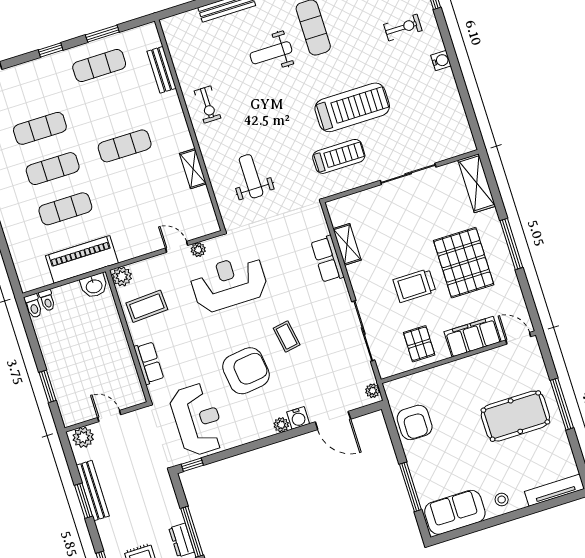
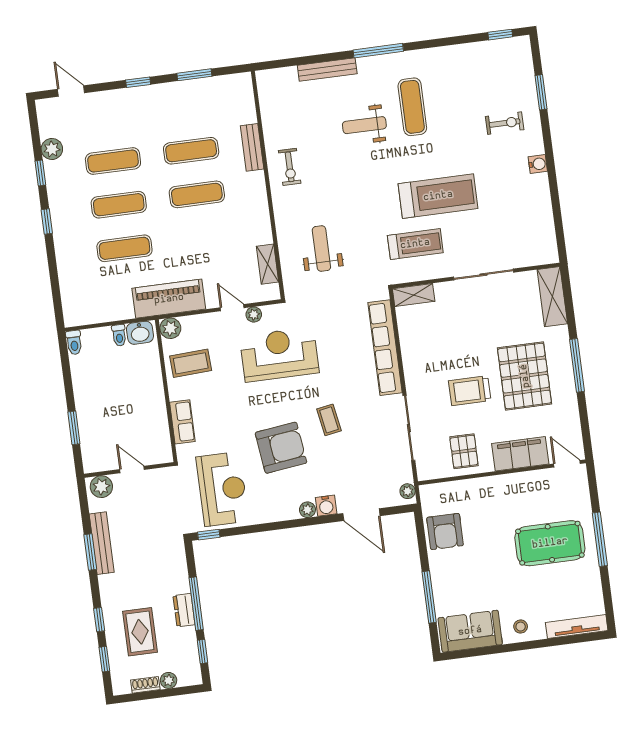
exercise mat: (99, 65) -> (191, 151), moved
bench: (162, 70) -> (252, 147), moved
shelving: (193, 169) -> (267, 264), moved
shelving: (347, 244) -> (414, 295), moved, turned 90
piano: (82, 259) -> (169, 299), moved
row of seats: (327, 259) -> (385, 348), width x2.02
toilet: (47, 300) -> (119, 335), moved

